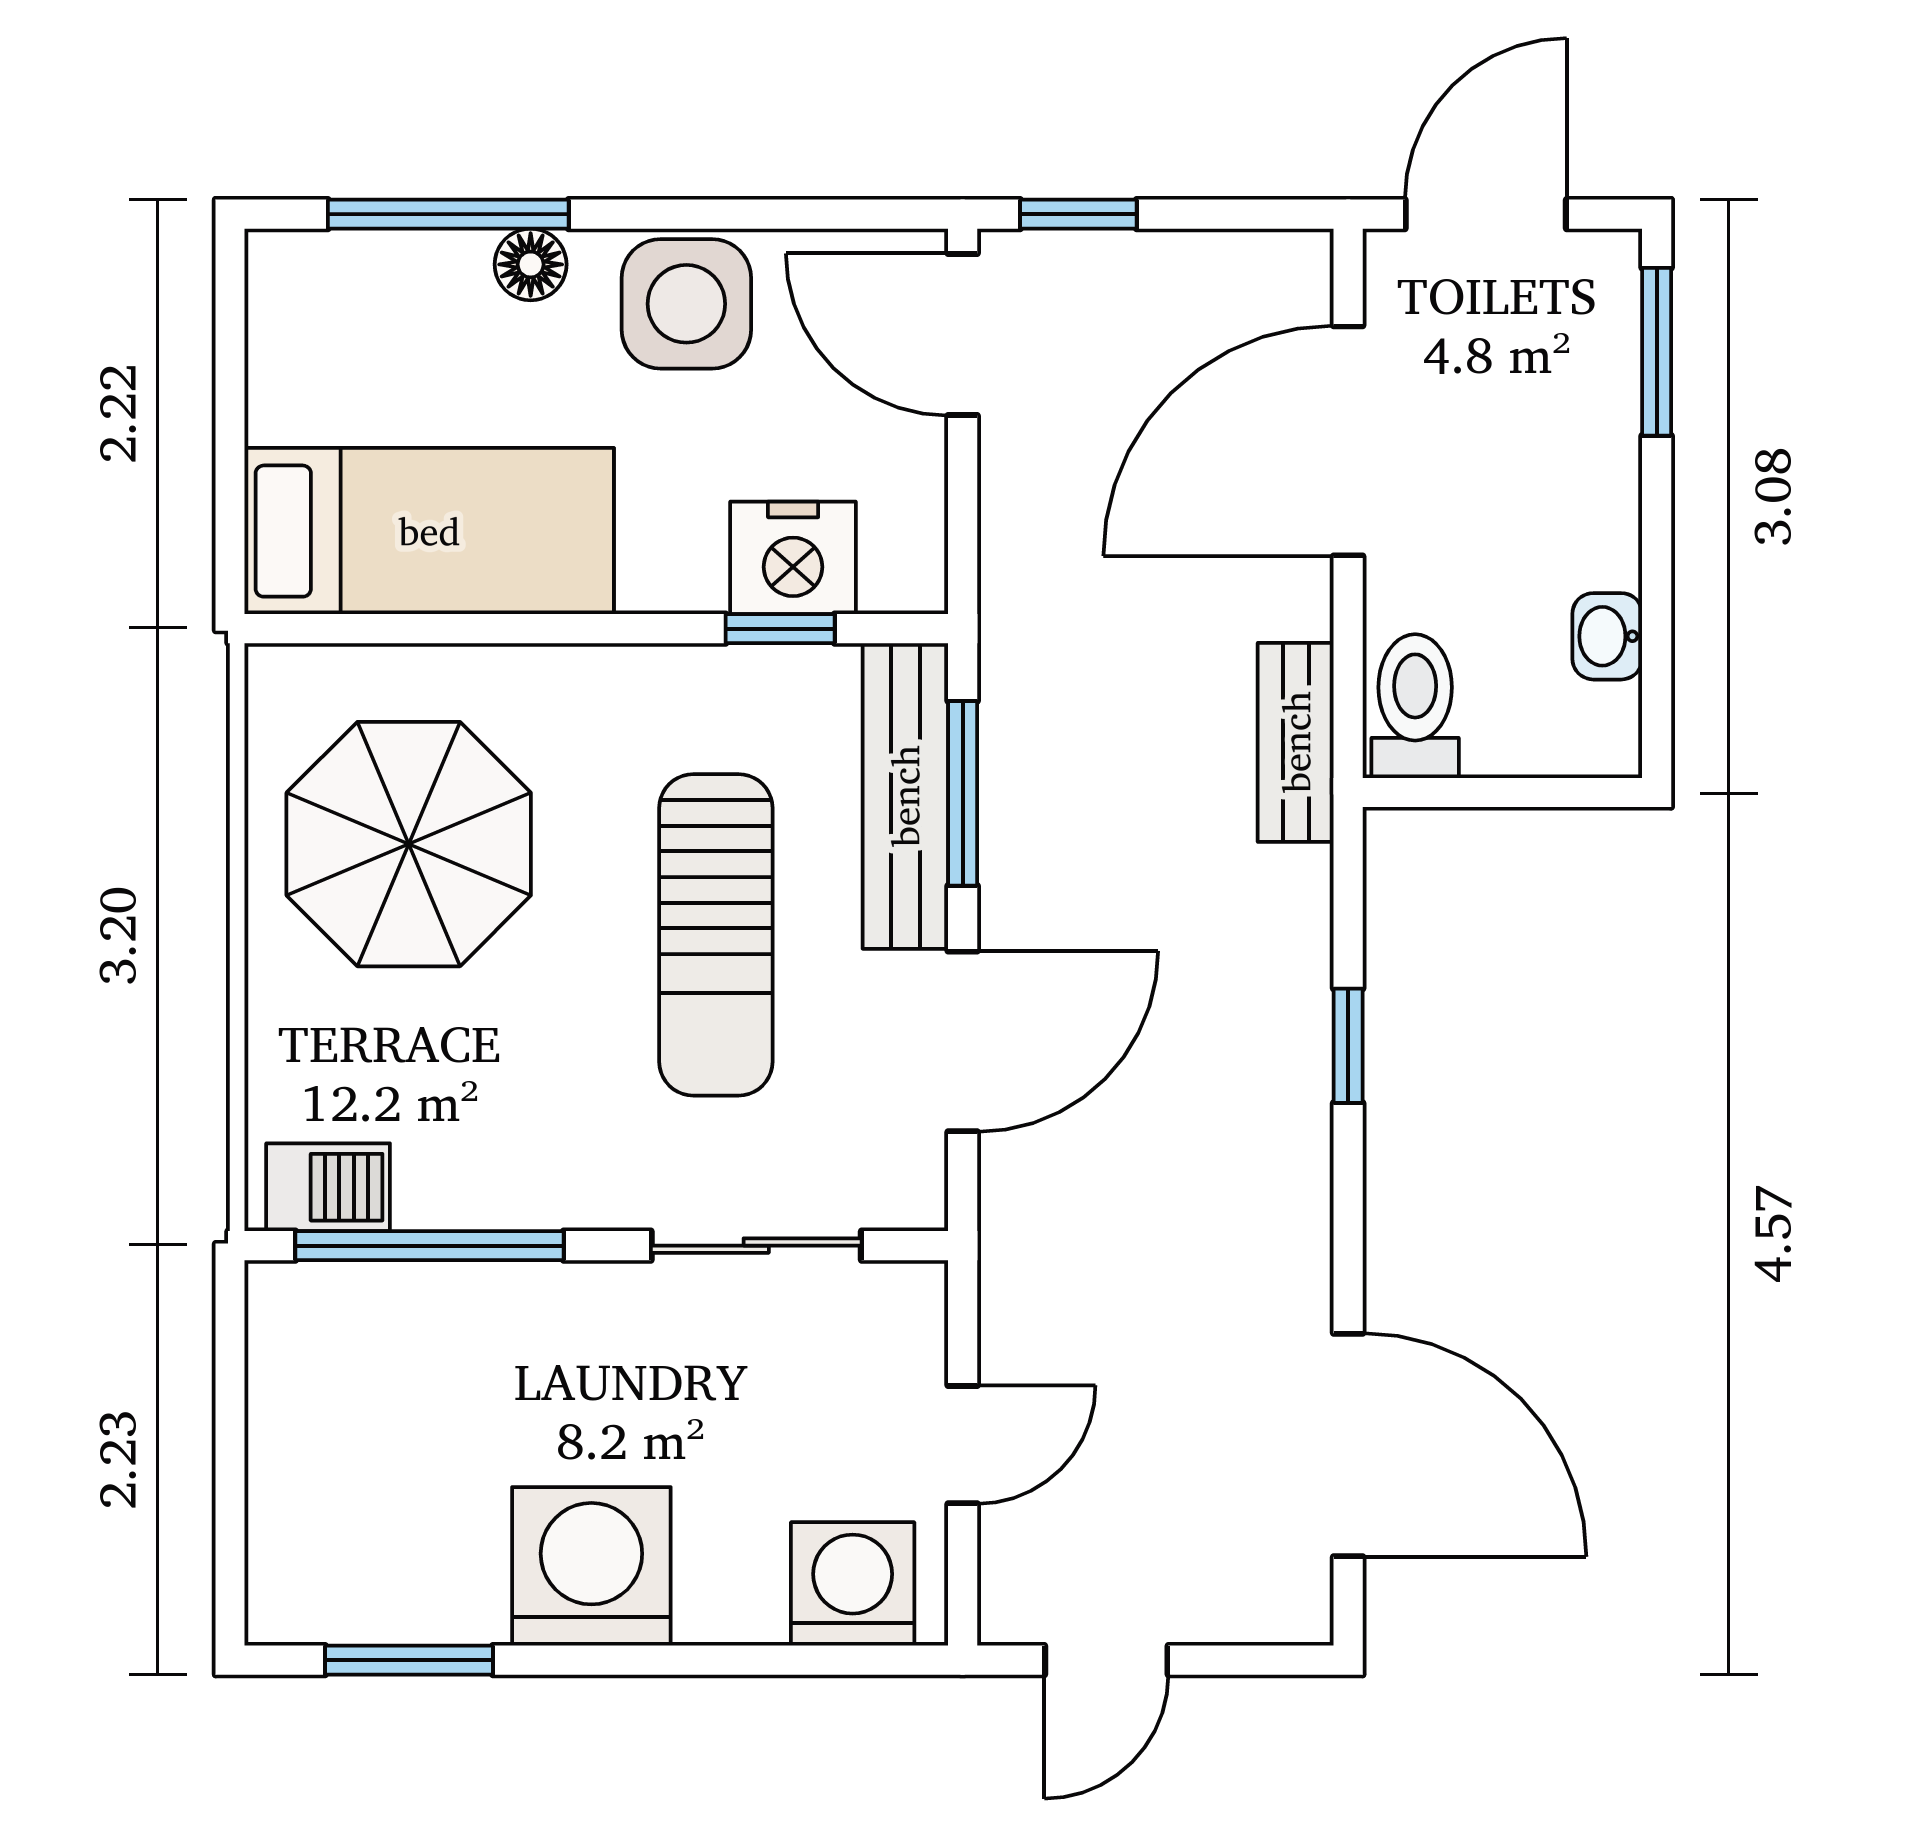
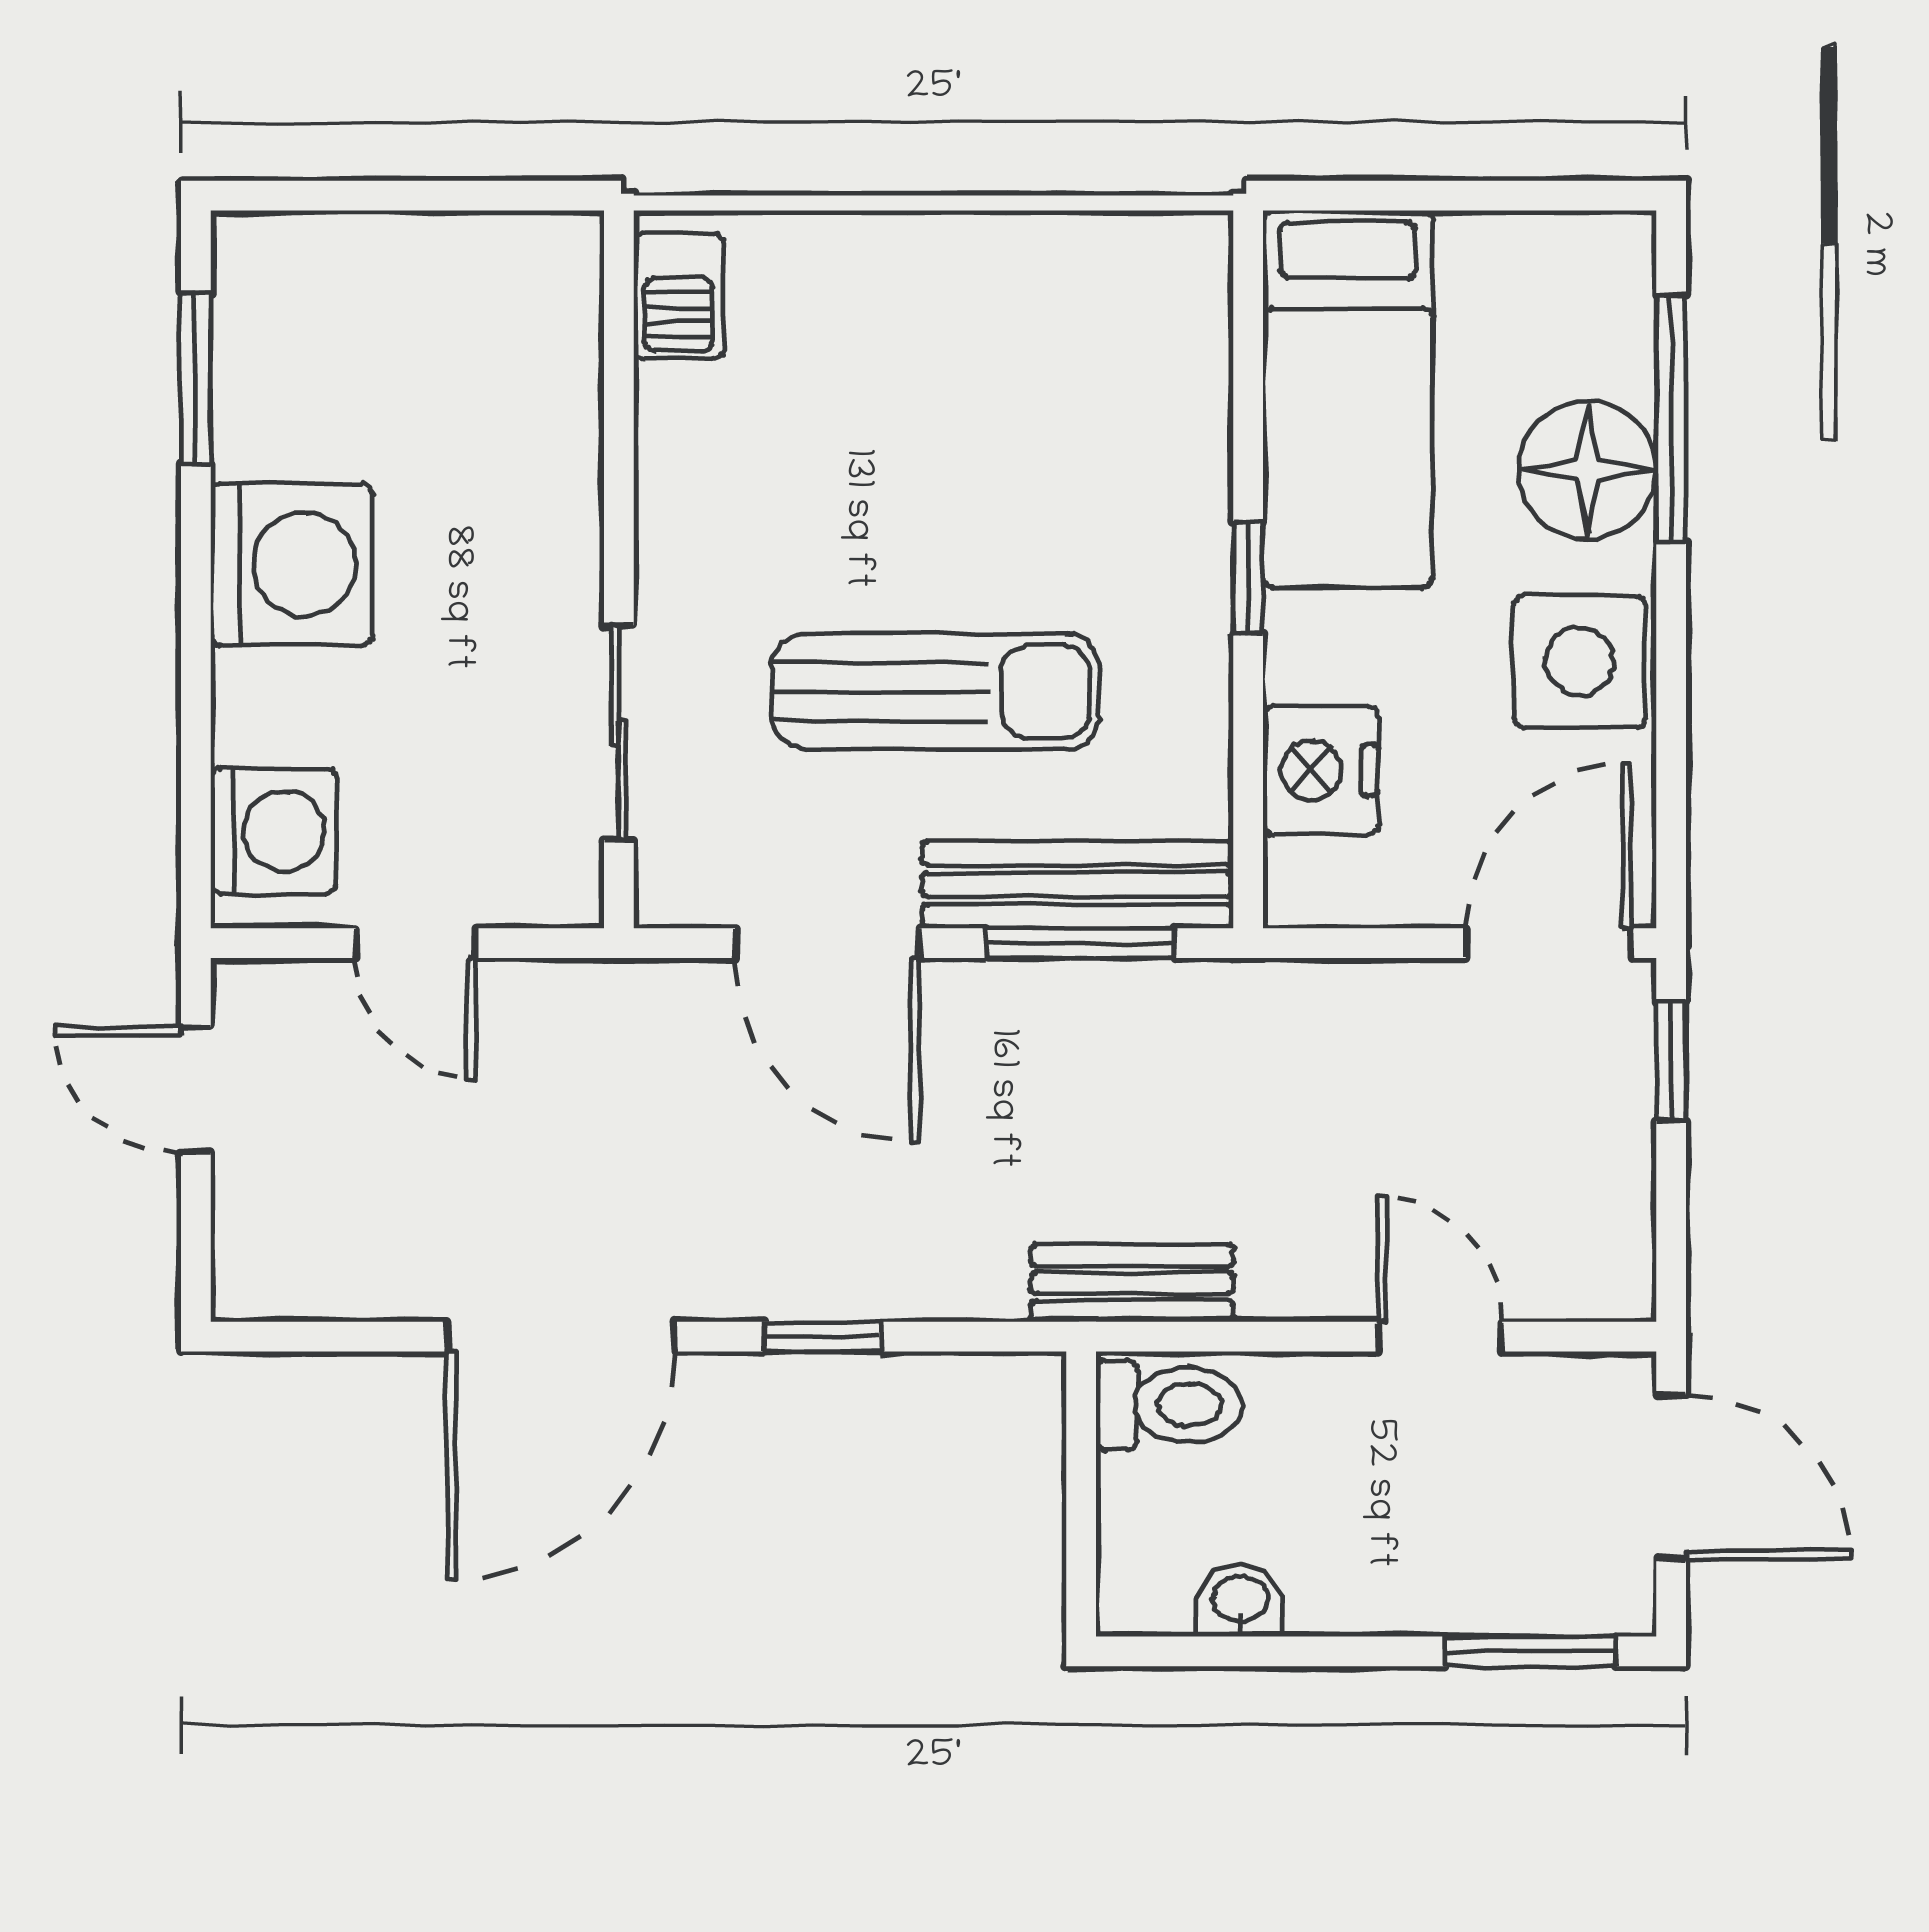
floor lamp: (531, 264) -> (1587, 470), width x1.89, depth x1.89
door: (1348, 441) -> (1440, 1337), width x0.53
window: (780, 629) -> (1248, 578), moved
parasol: (409, 844) -> (1028, 378), removed
sun lounger: (716, 935) -> (936, 691), turned 180
window: (430, 1246) -> (619, 399), removed
door: (1348, 1445) -> (561, 1337), moved

